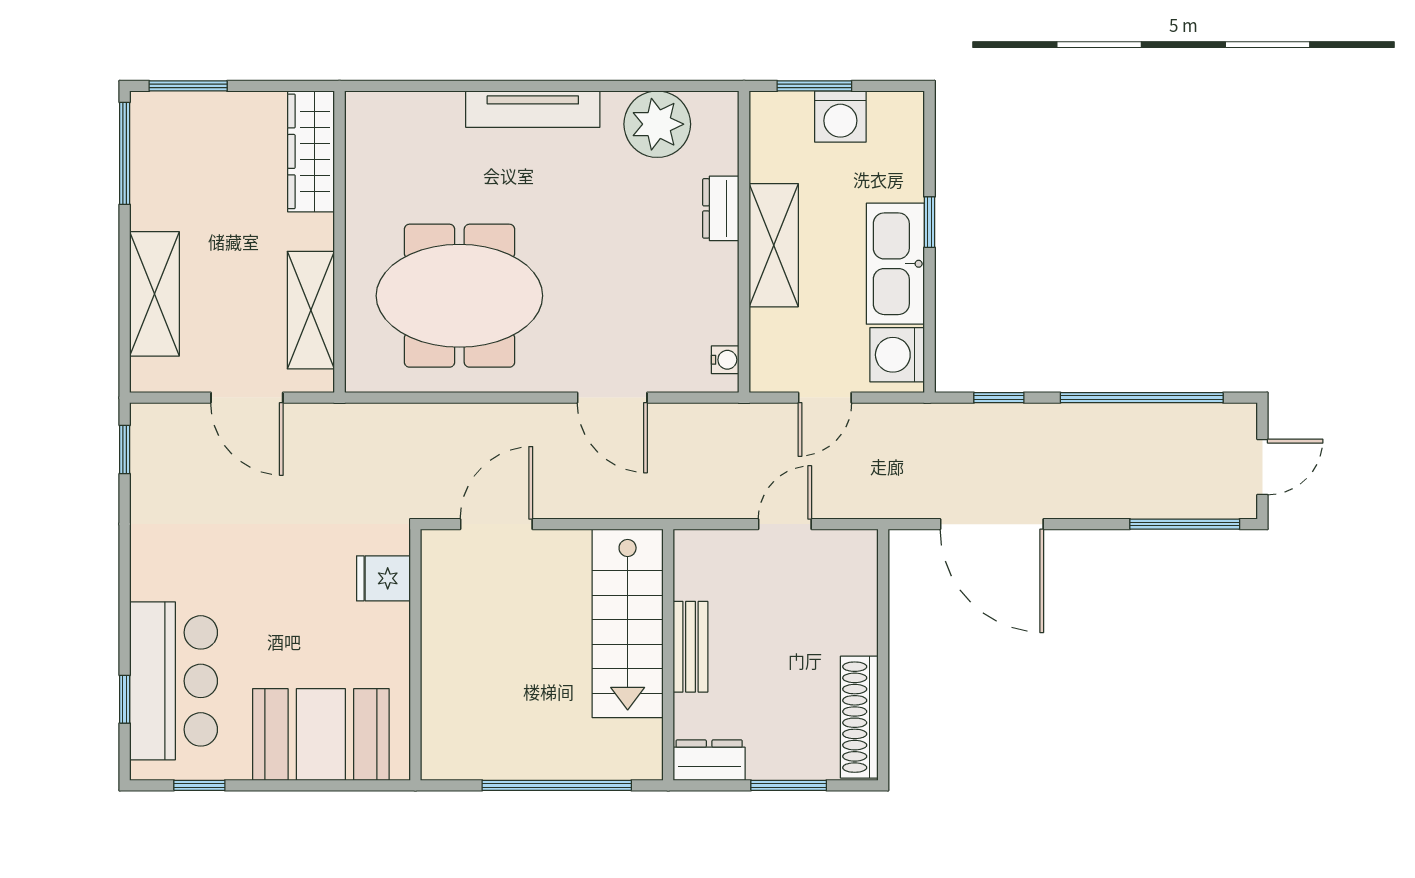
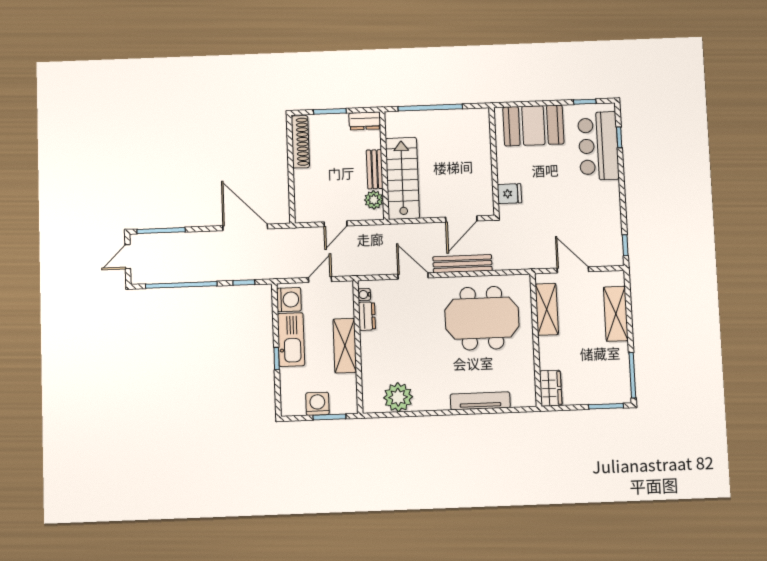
tv unit: (533, 109) -> (480, 401), moved
wardrobe: (311, 151) -> (551, 388), width x0.67
dresser: (721, 208) -> (367, 316), moved
bench: (498, 421) -> (462, 264), added
plant: (695, 576) -> (374, 200), added

